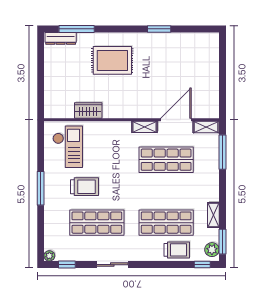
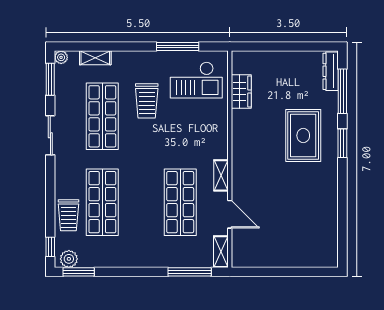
window: (159, 29) -> (342, 143), moved
wardrobe: (88, 110) -> (241, 91), moved
door: (176, 120) -> (230, 214), width x0.73
window: (41, 188) -> (178, 47), moved
shelving: (213, 215) -> (95, 58), moved
window: (67, 265) -> (50, 79), width x1.50

